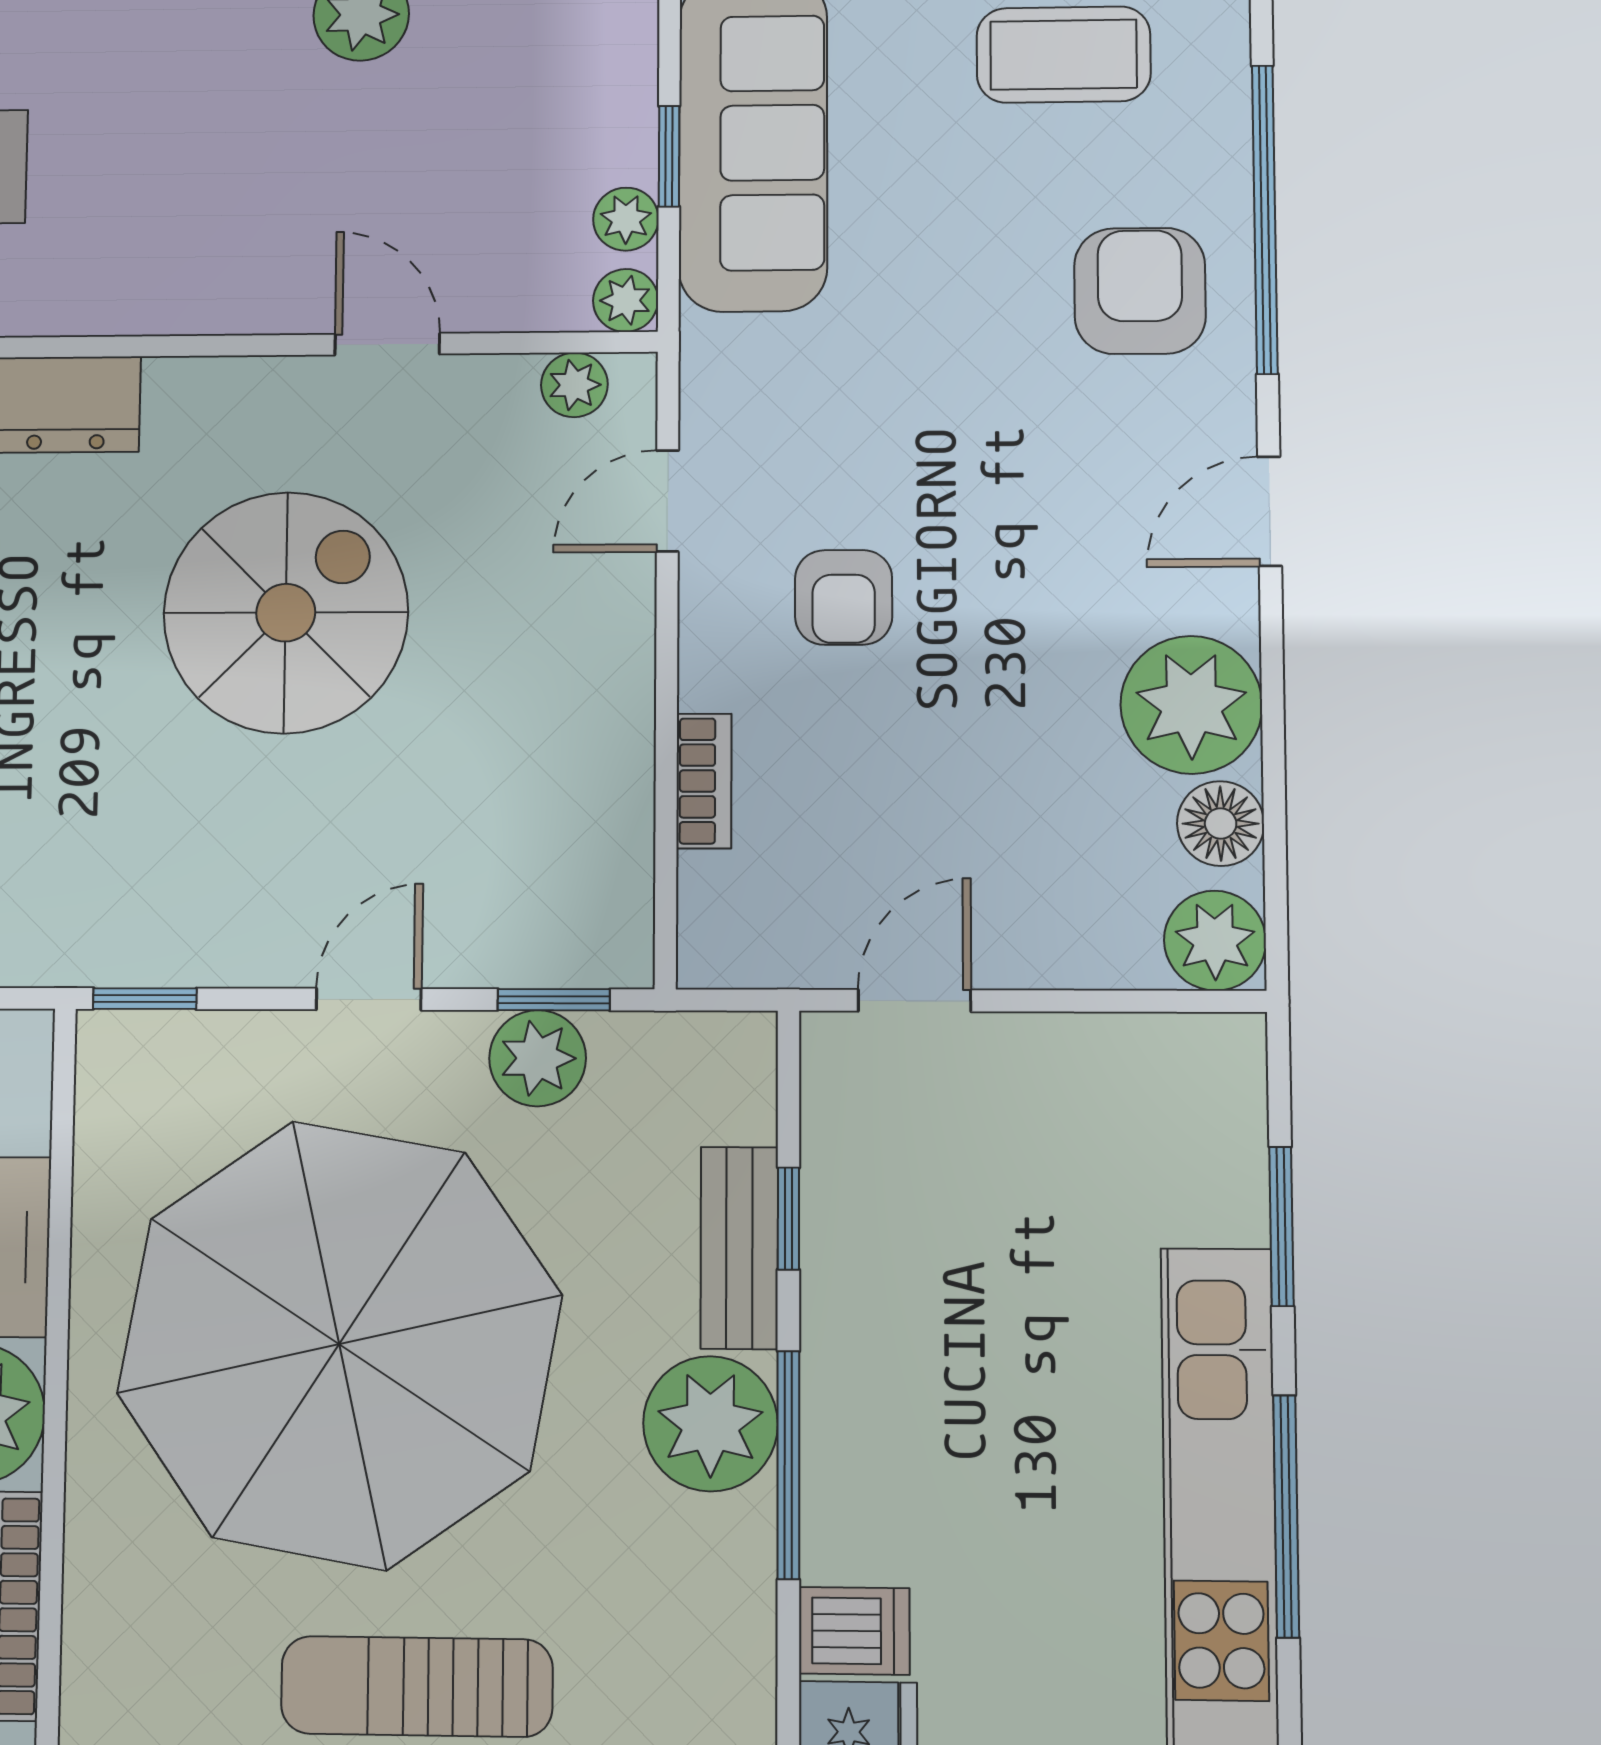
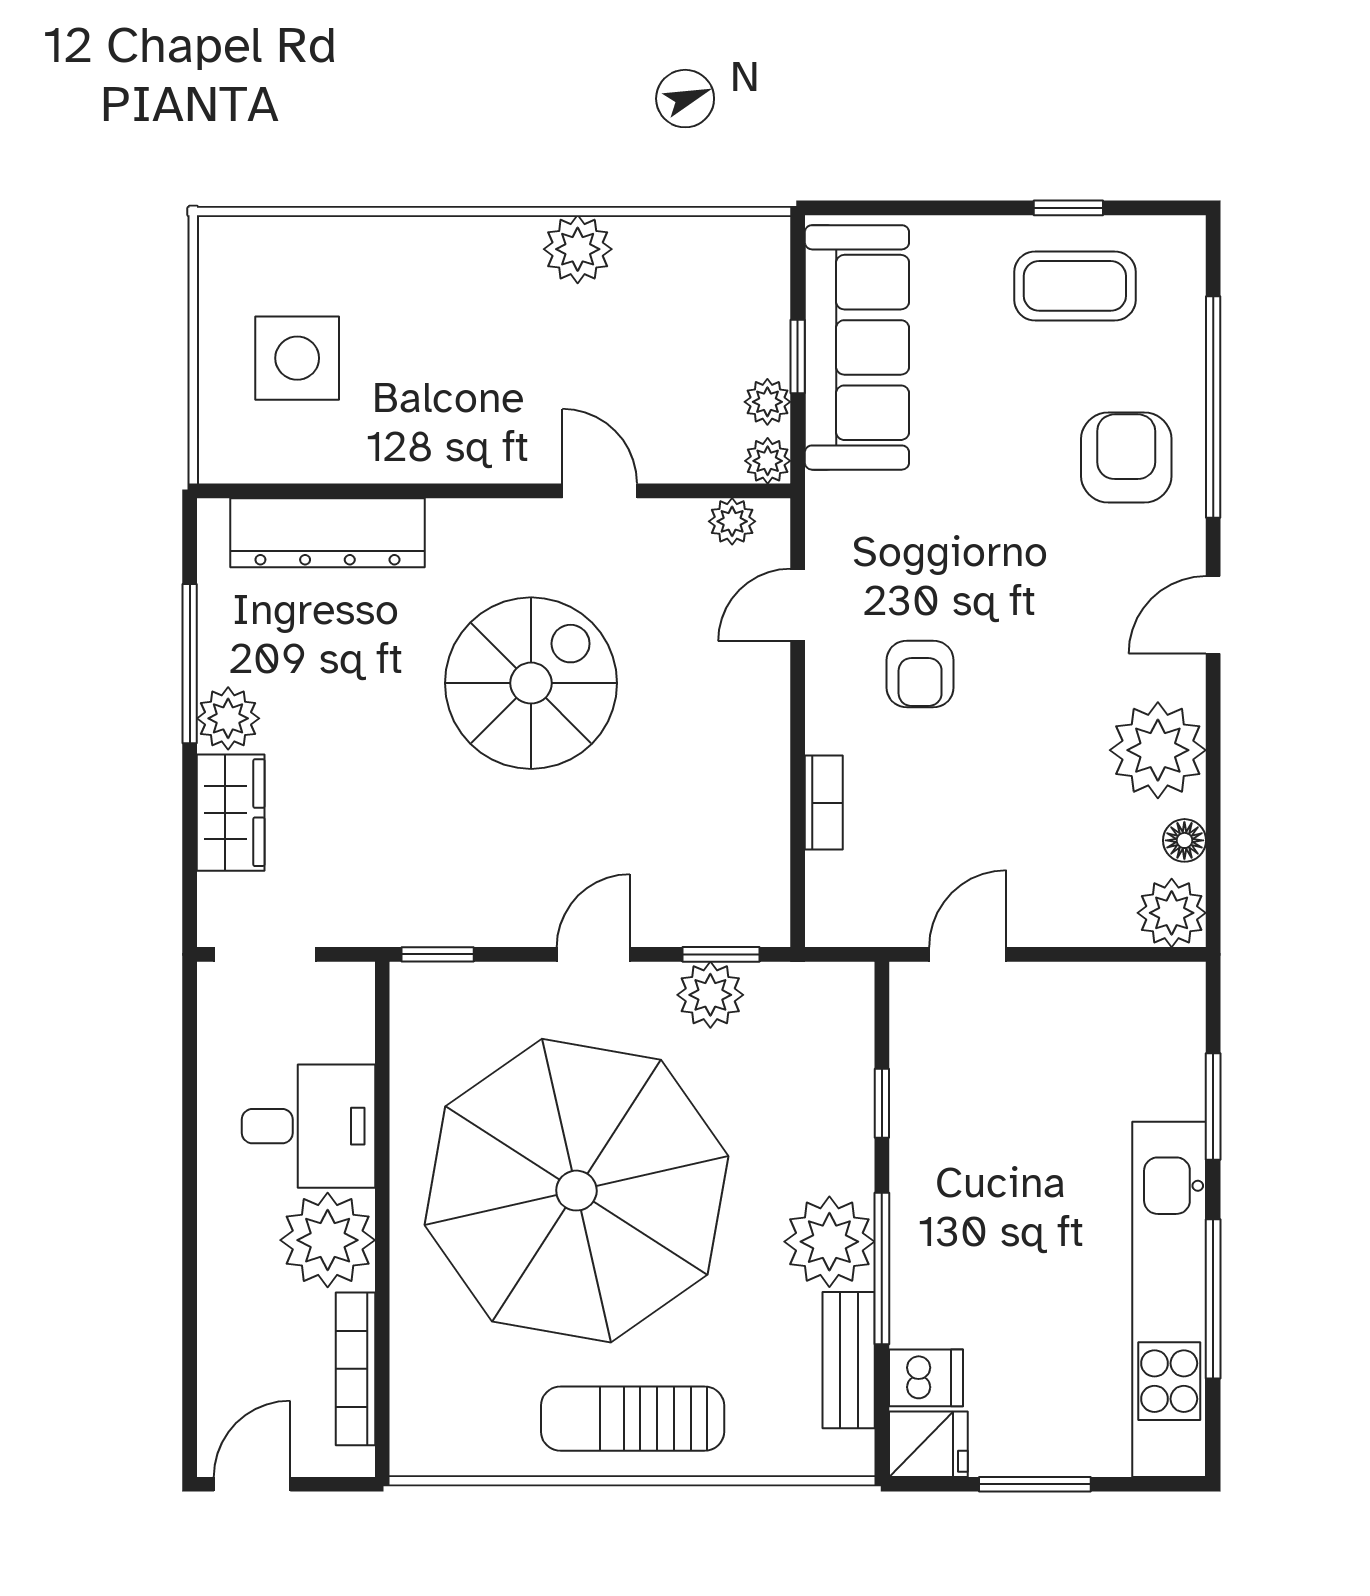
floor lamp: (1221, 824) -> (1184, 840), width x0.73, depth x0.73
bench: (739, 1248) -> (849, 1360), moved

